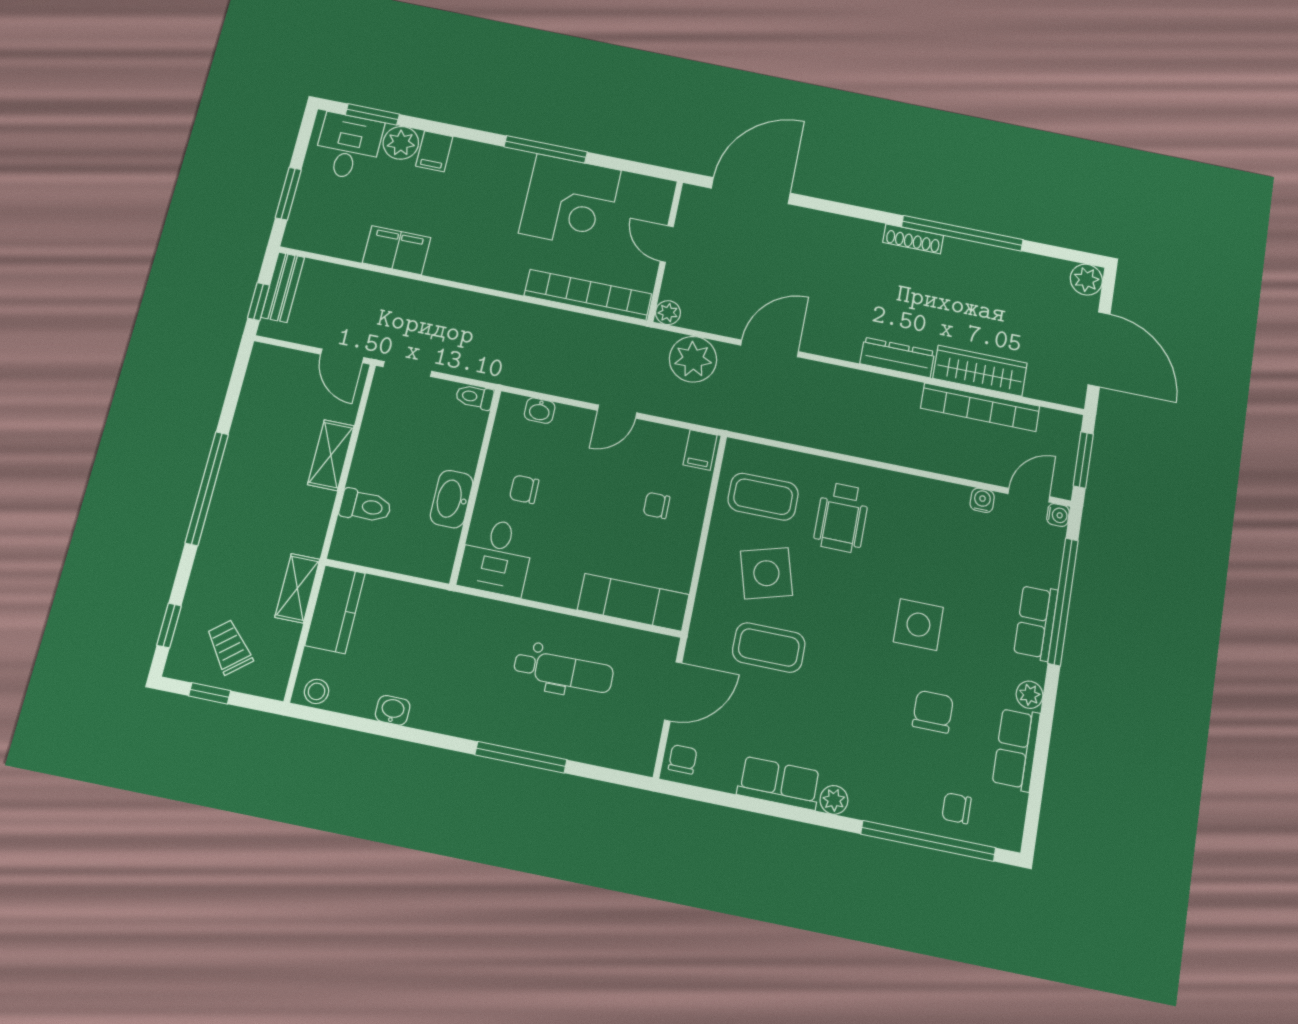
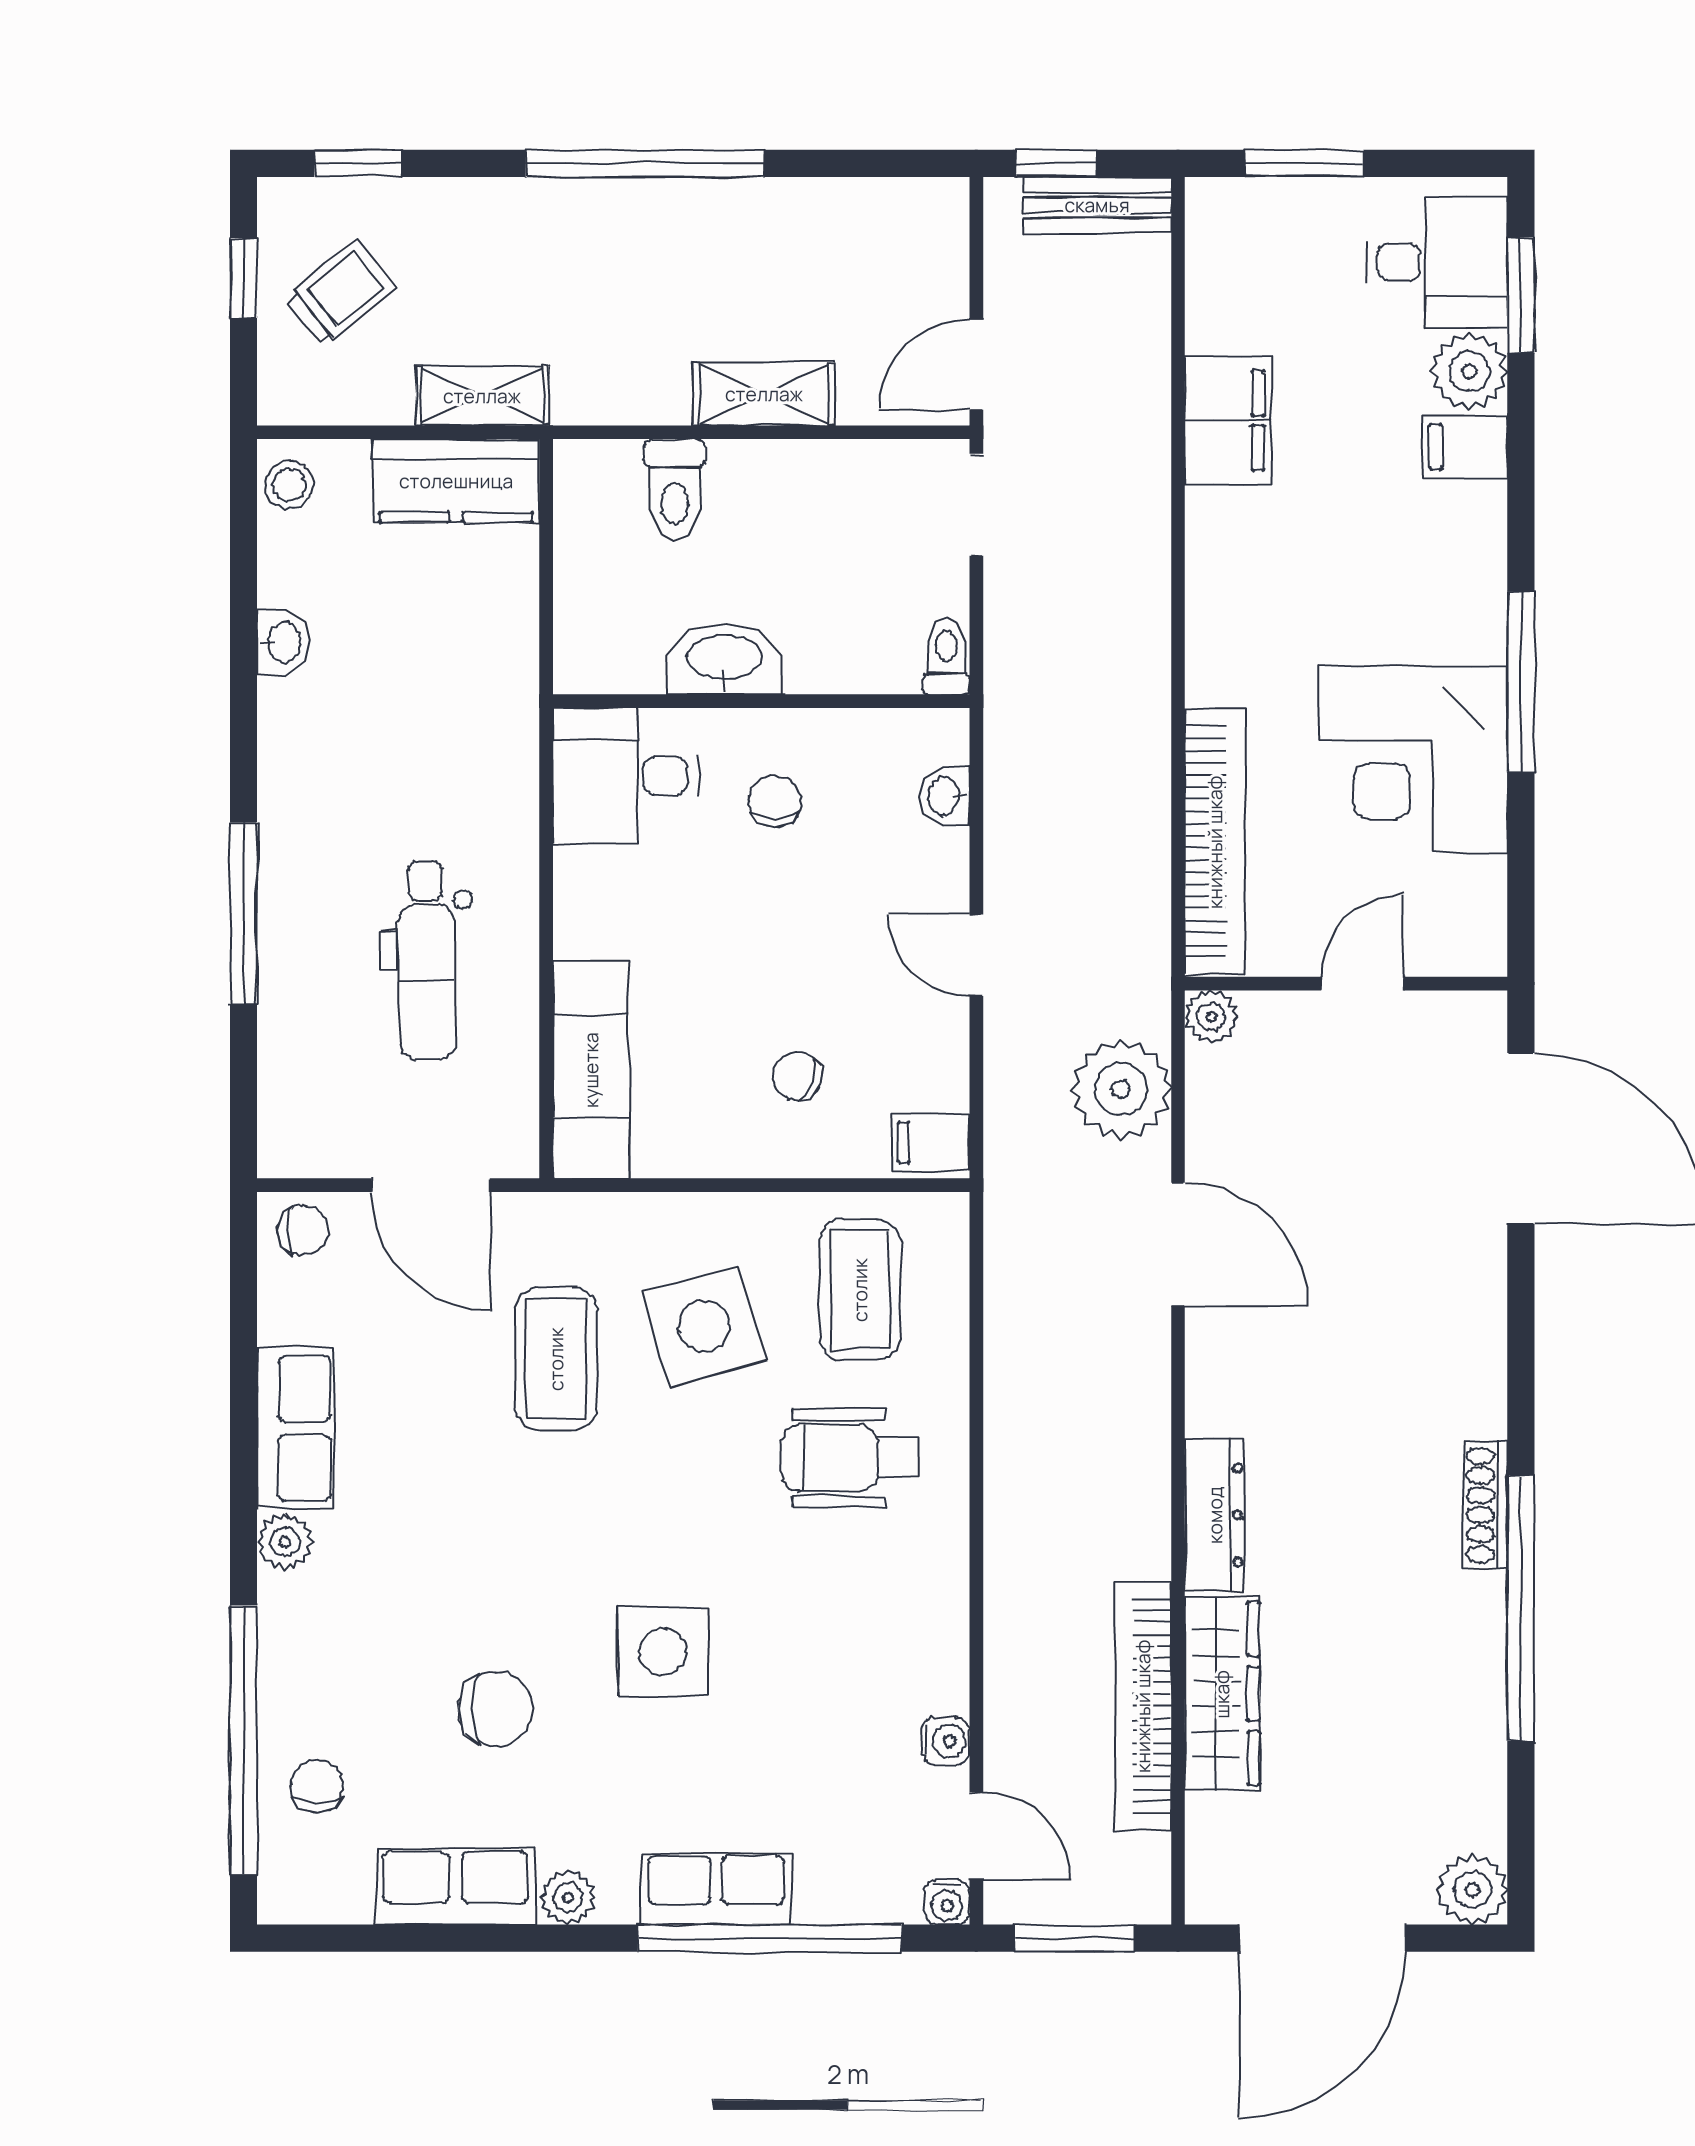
chair: (657, 505) -> (797, 1076), turned -70

